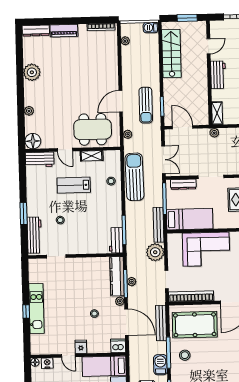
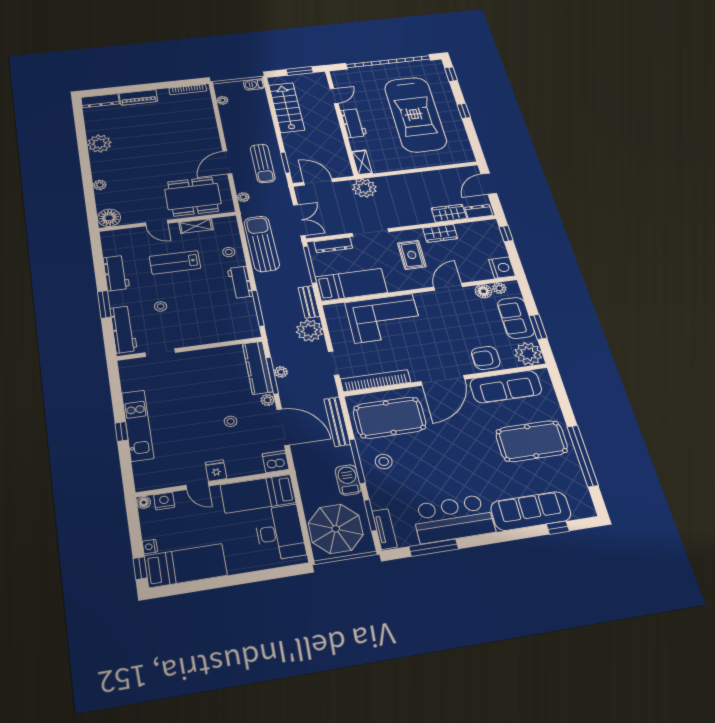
plant: (214, 133) -> (364, 188), width x1.88, depth x1.88
workbench: (40, 159) -> (116, 273), moved, turned -90
bench: (158, 225) -> (309, 302), width x0.73
workbench: (116, 240) -> (240, 282), moved

